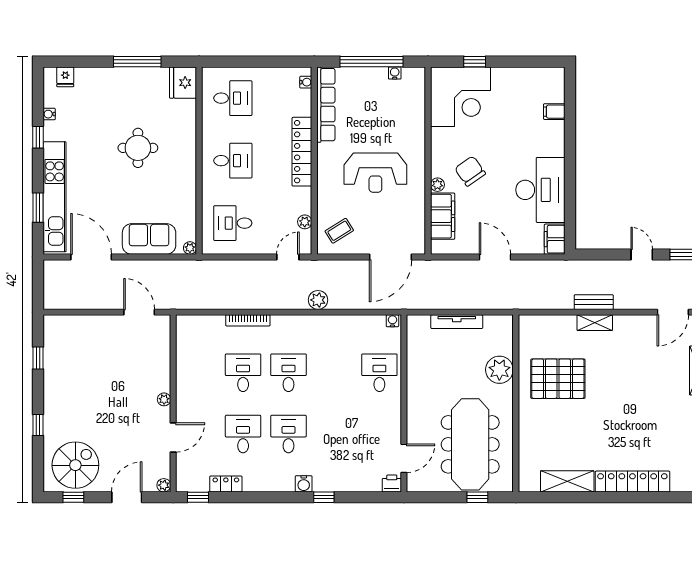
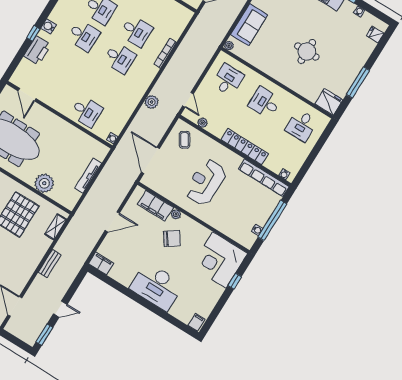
filing cabinet: (554, 112) -> (196, 322), moved
desk: (233, 161) -> (265, 103), turned 90
desk: (540, 190) -> (157, 286), moved
shelving: (595, 323) -> (56, 227), moved
printer: (392, 483) -> (37, 51), moved, width x1.87, depth x1.48

